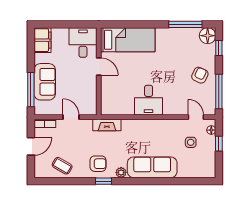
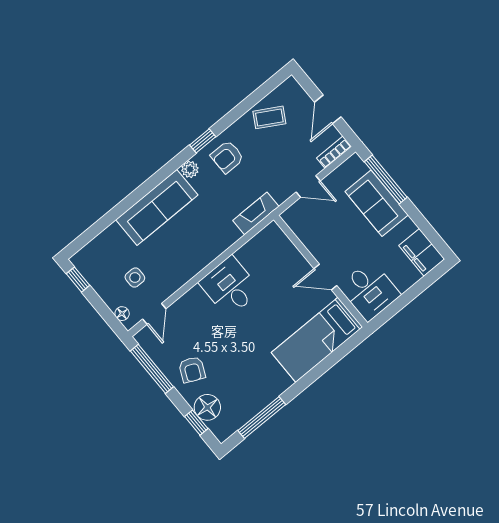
floor lamp: (208, 36) -> (207, 407), moved
door: (196, 117) -> (154, 314), hinge flipped
window: (219, 144) -> (78, 280), moved

